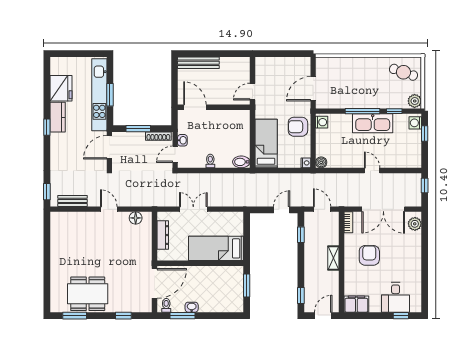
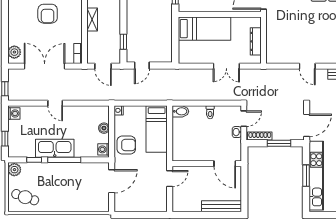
washing machine: (415, 123) -> (14, 113), moved
boiler: (321, 162) -> (104, 128), moved
floor lamp: (136, 218) -> (282, 58), removed
armchair: (369, 255) -> (48, 14), moved

